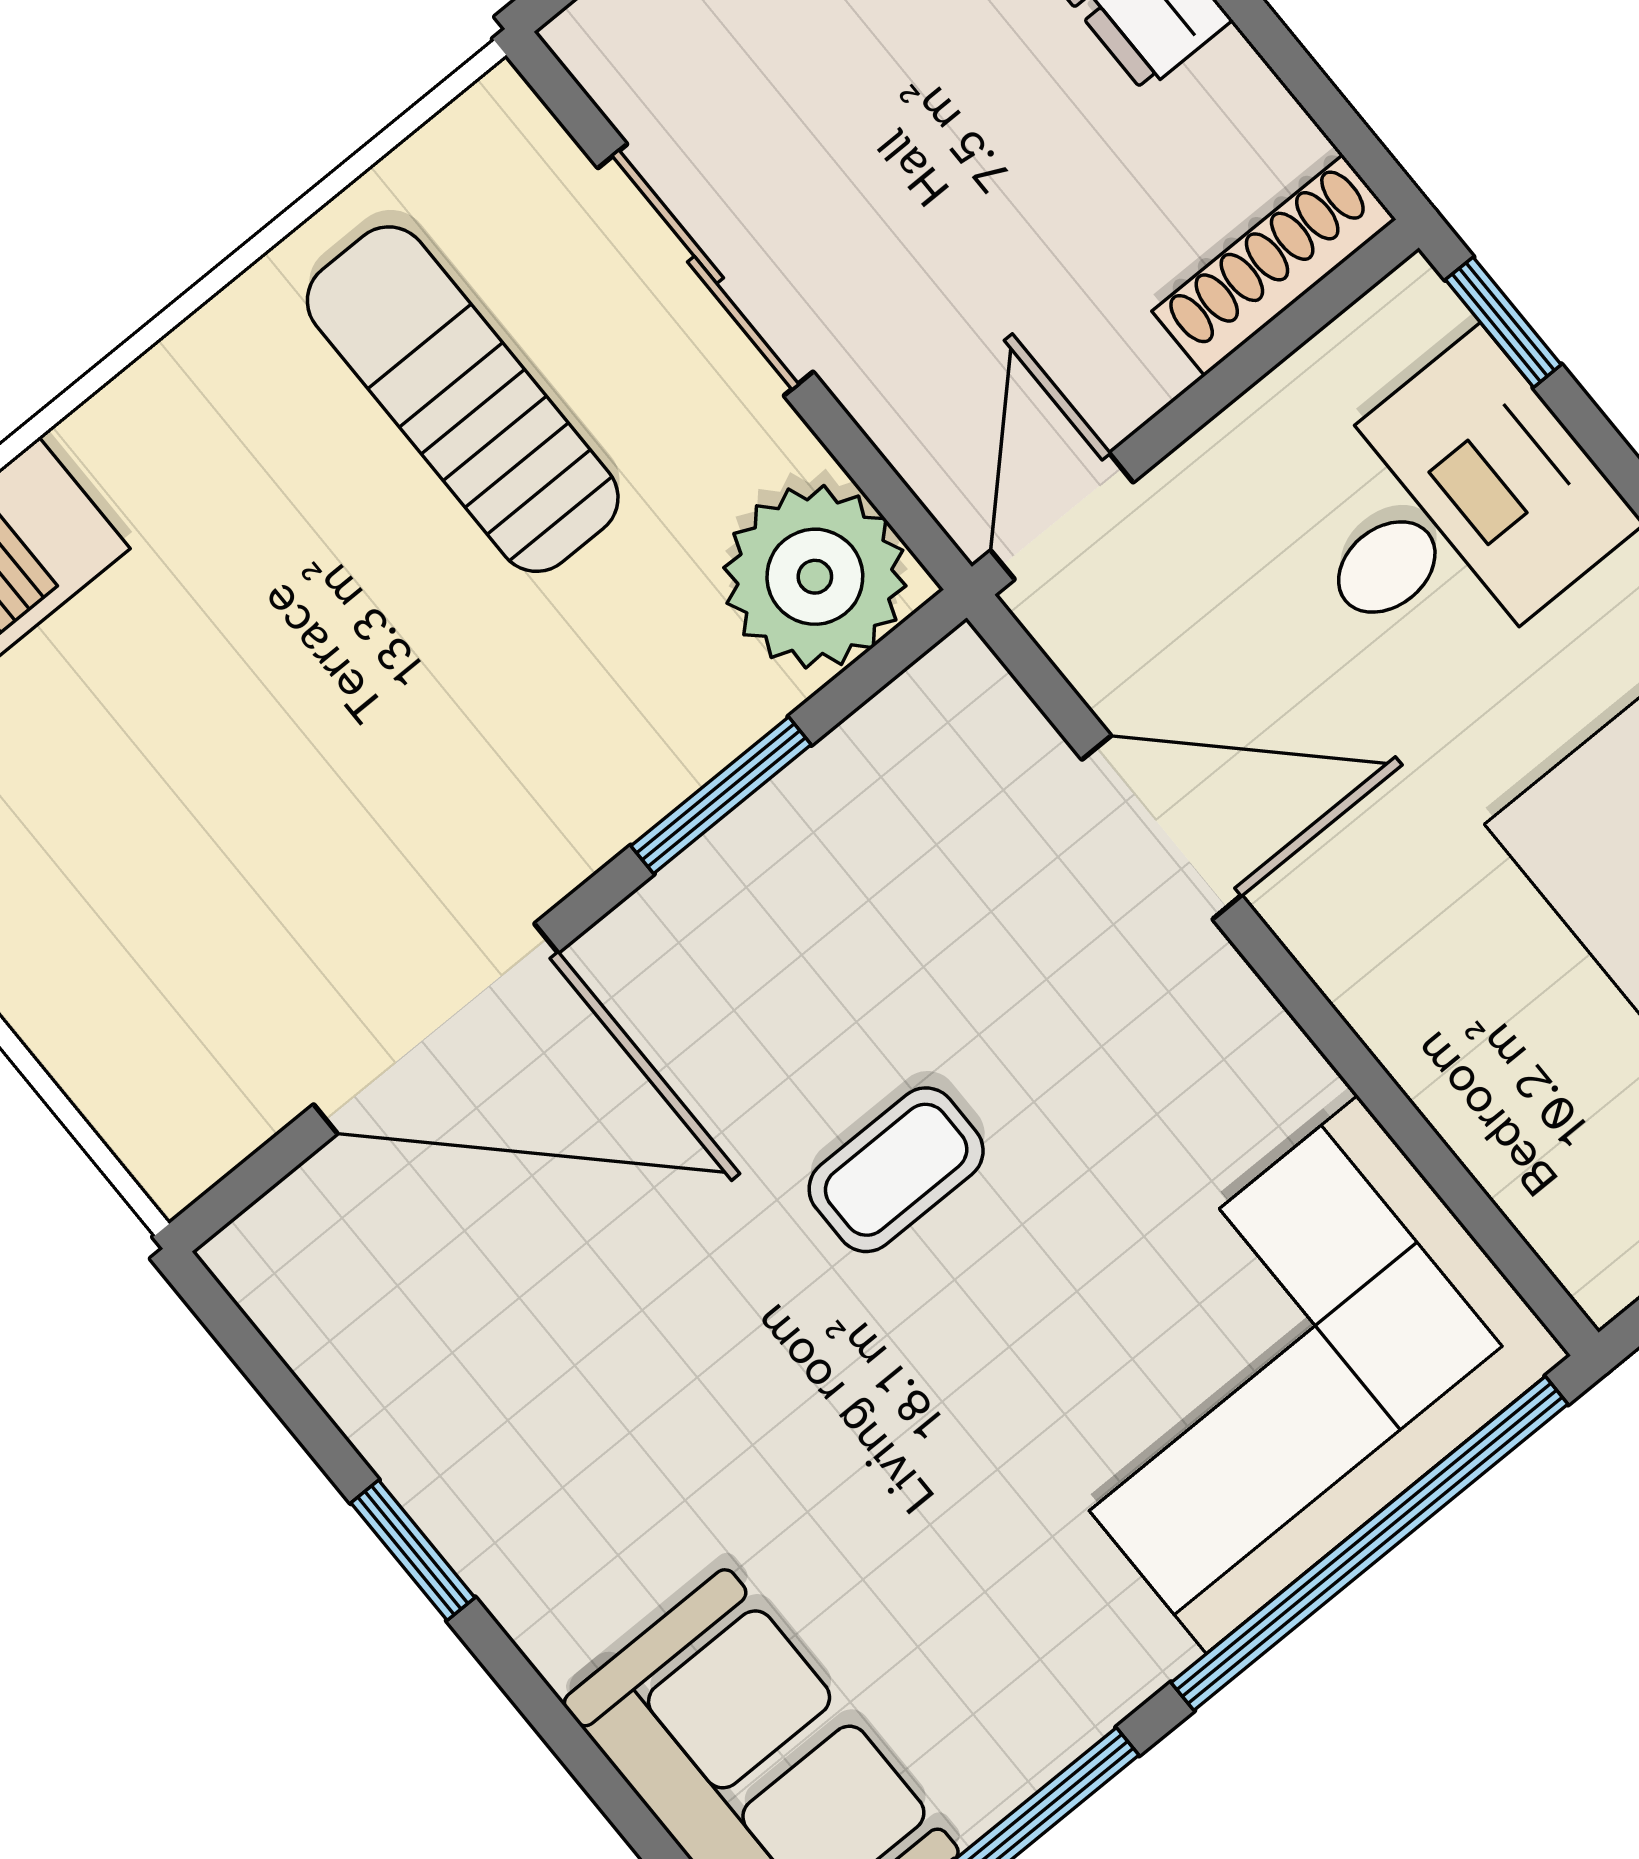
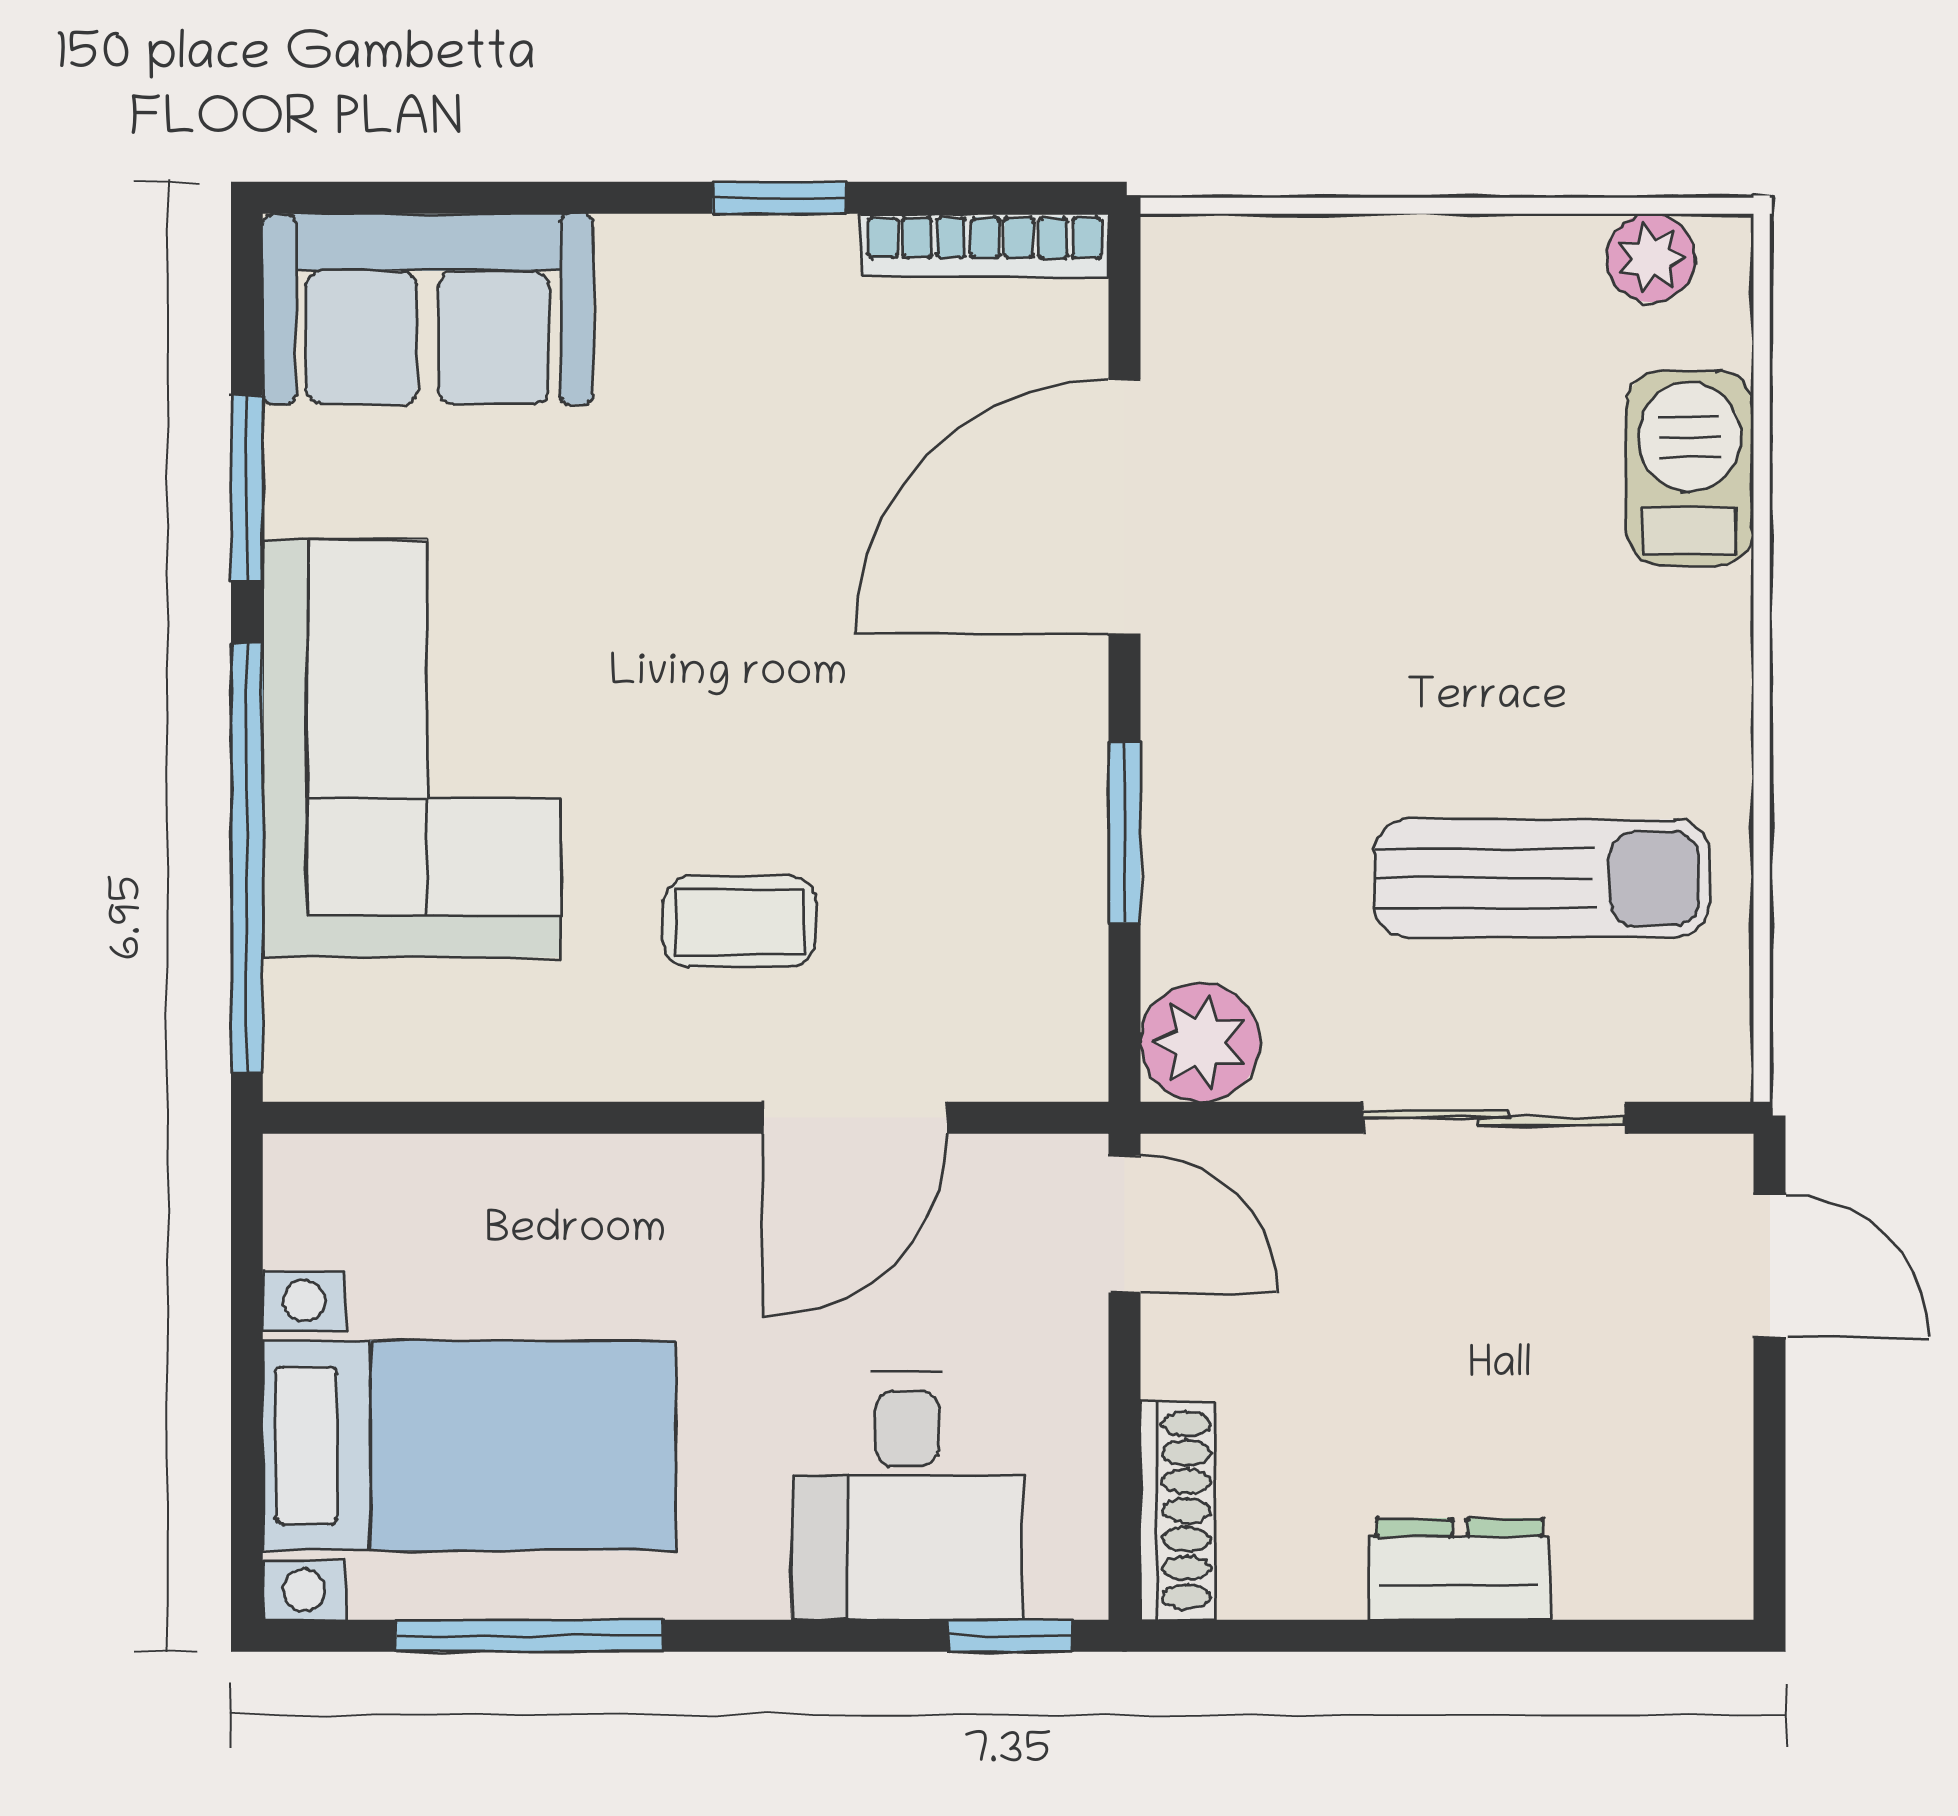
plant: (815, 577) -> (1200, 1042), width x0.73, depth x0.73
coffee table: (896, 1170) -> (739, 922), moved, turned 90
bookcase: (308, 1337) -> (985, 245), added
corner sofa: (1282, 1375) -> (412, 749), moved

